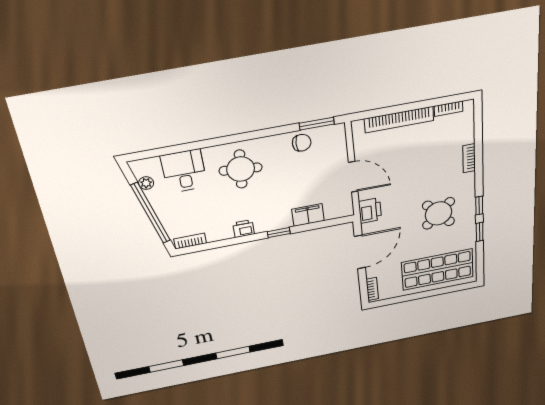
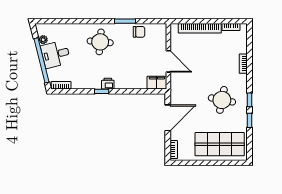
window: (317, 124) -> (125, 21), moved
desk: (184, 171) -> (56, 54), moved, turned -104
printer: (370, 211) -> (177, 88), removed
round table: (438, 213) -> (222, 100), turned -36
filing cabinet: (308, 215) -> (157, 83), moved
printer: (244, 229) -> (108, 84), moved
window: (279, 233) -> (102, 91), moved

